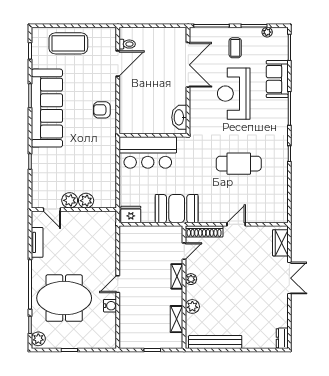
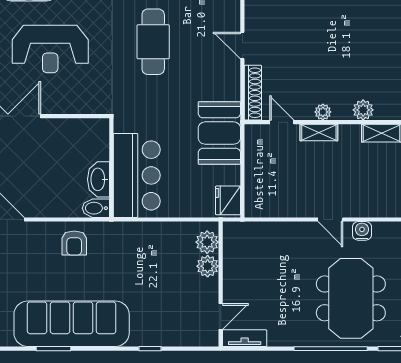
washbasin: (179, 117) -> (98, 179), moved, turned 90
bidet: (126, 125) -> (96, 208), added
plant: (70, 200) -> (207, 242), moved
tv unit: (37, 242) -> (245, 338), moved

